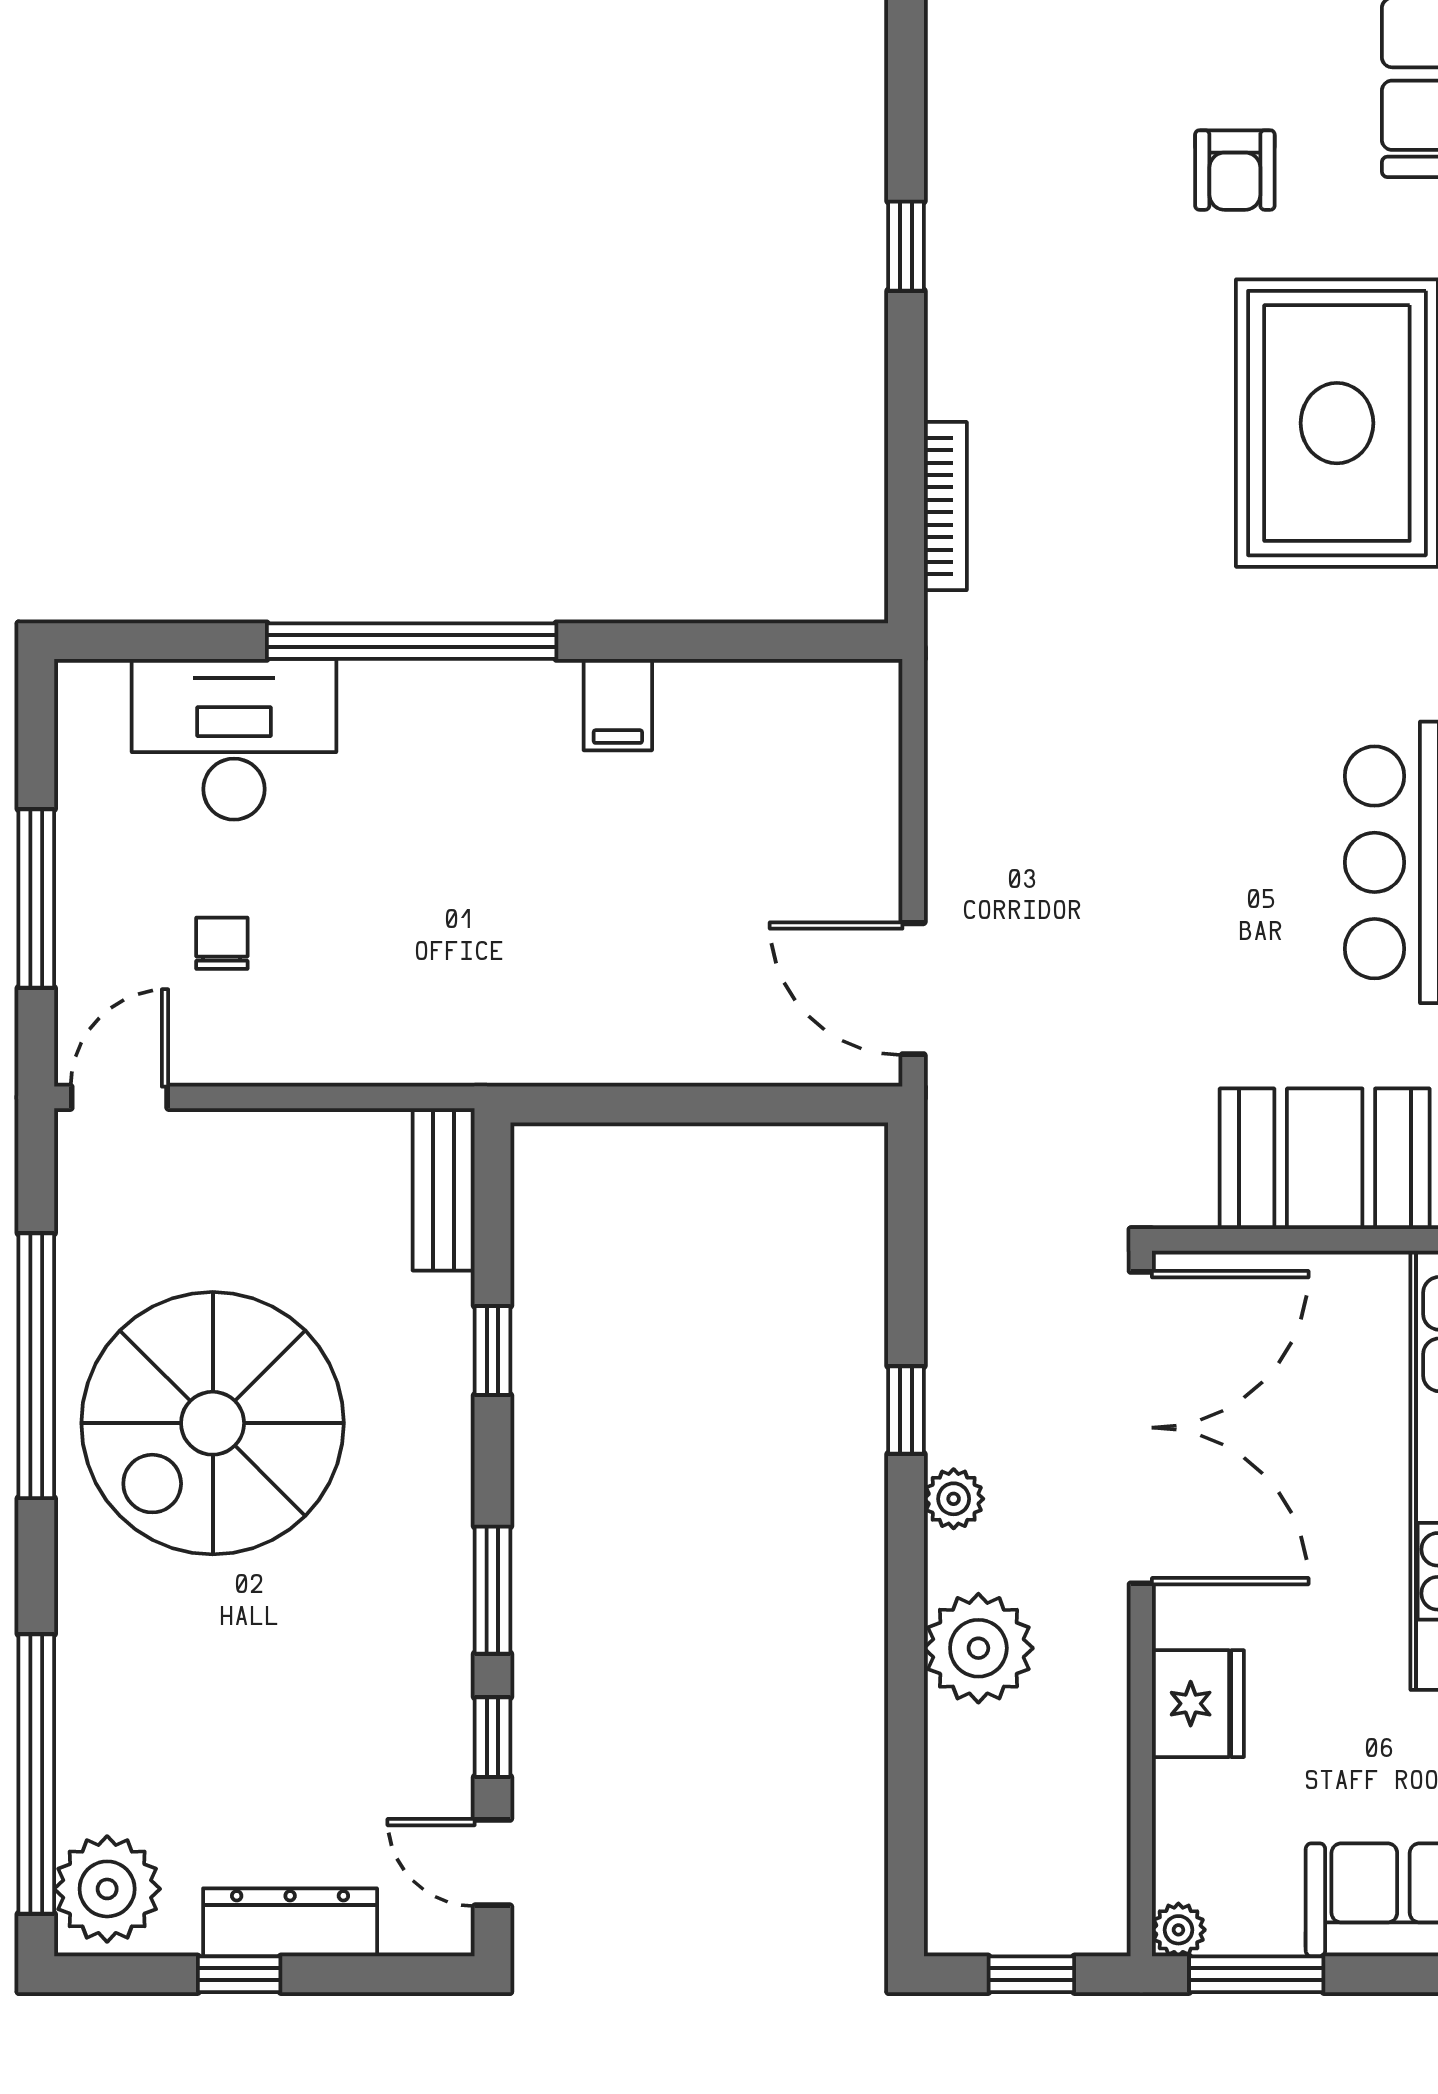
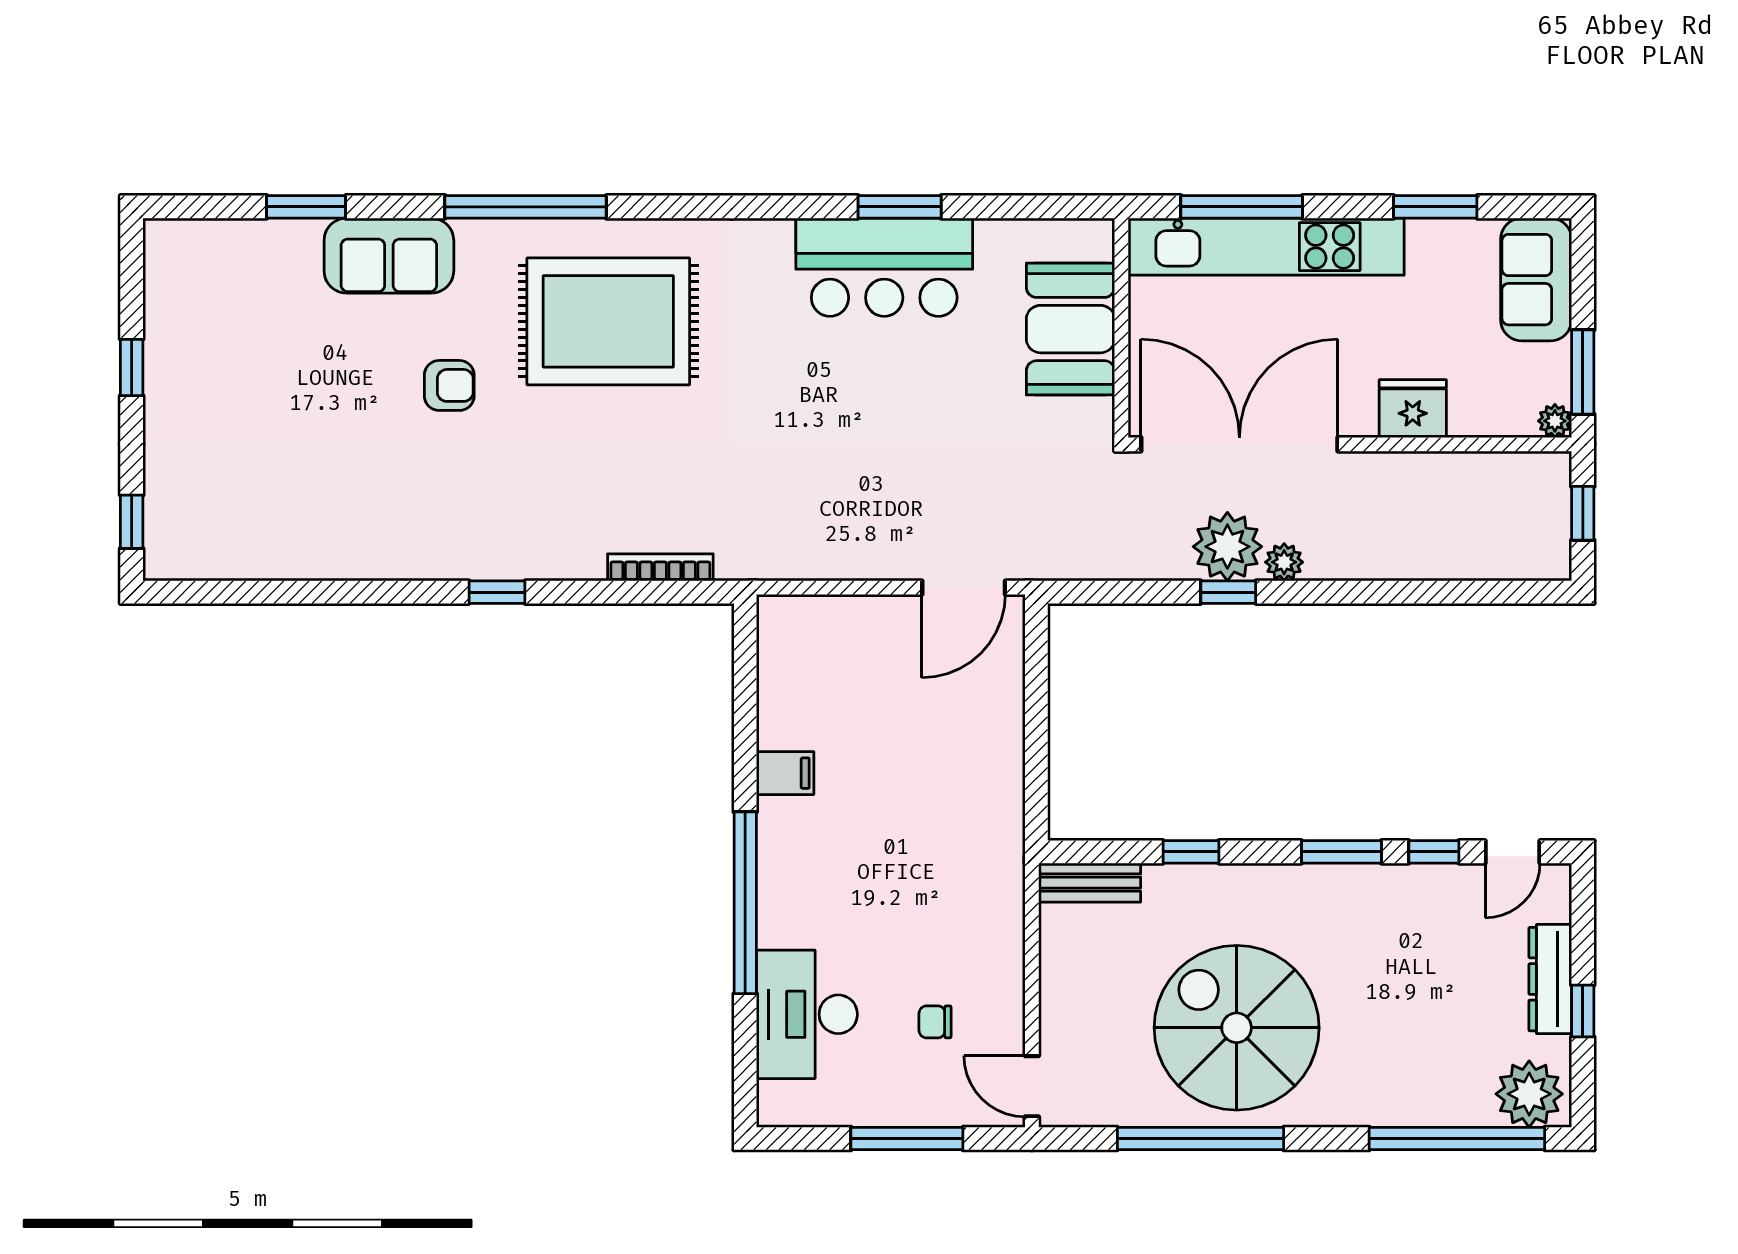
spiral stairs: (213, 1423) -> (1237, 1028), turned 180
plant: (978, 1648) -> (1227, 547), moved

